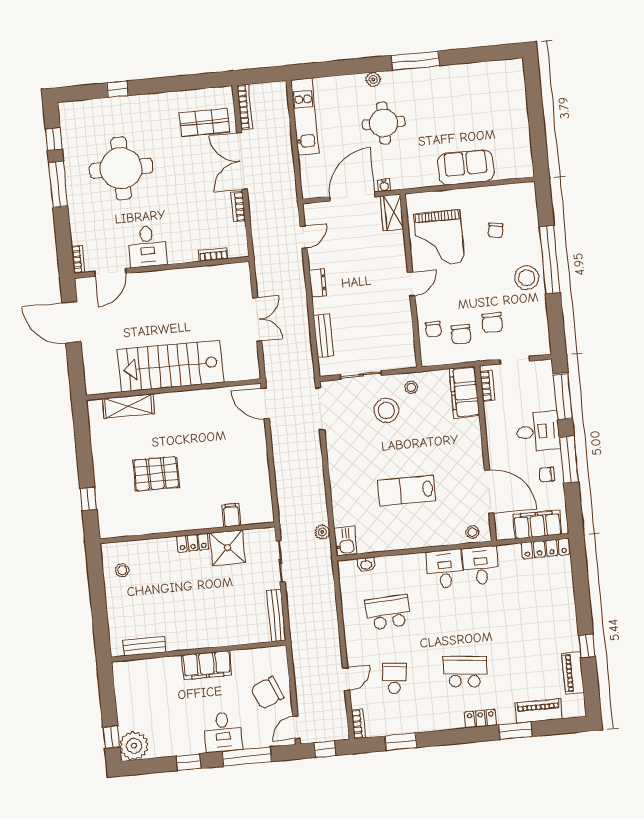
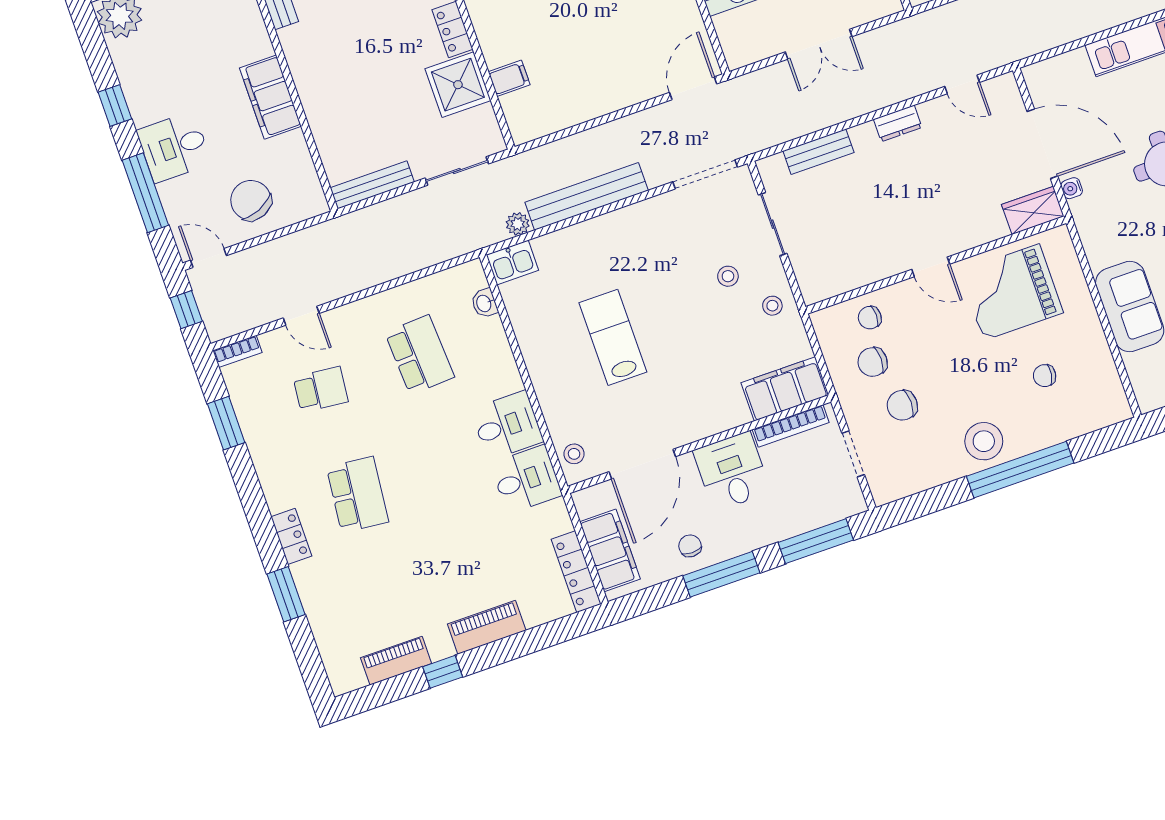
bookcase: (487, 386) -> (791, 426), width x1.56
stool: (386, 410) -> (728, 276), width x0.53, depth x0.53
desk: (538, 432) -> (732, 471), moved, turned 180
bench: (316, 485) -> (587, 196), added
piano: (539, 711) -> (487, 627), moved, turned -90

